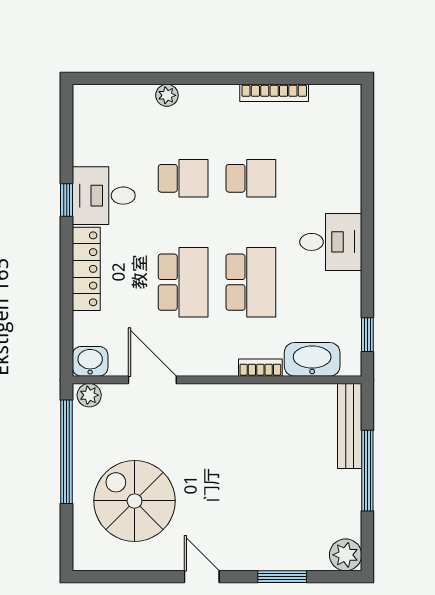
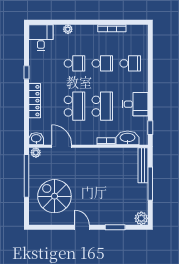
school desk: (319, 178) -> (130, 63), added
desk: (104, 196) -> (41, 38), moved, turned 90
desk: (331, 242) -> (135, 104), moved

